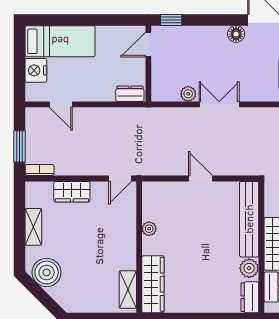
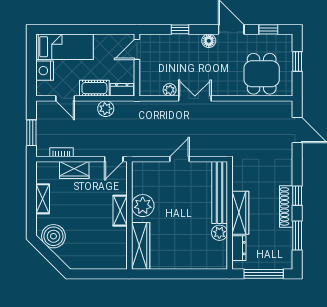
window: (171, 20) -> (180, 29), moved
cot: (96, 92) -> (94, 88), added
plant: (110, 117) -> (106, 109), added
bookcase: (40, 170) -> (62, 152), moved
door: (200, 178) -> (180, 159), hinge flipped
plant: (149, 229) -> (143, 206), width x1.88, depth x1.88
shelving: (128, 290) -> (120, 211), moved
dresser: (250, 297) -> (220, 257), removed

